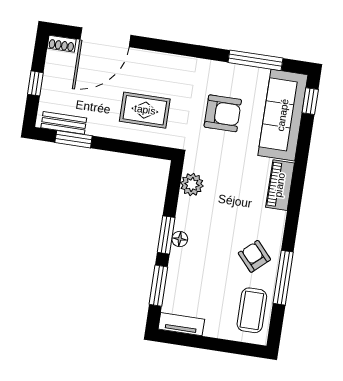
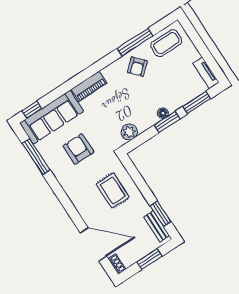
window: (35, 83) -> (149, 259), width x1.50

